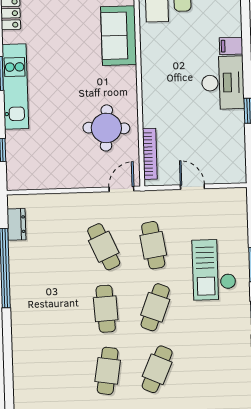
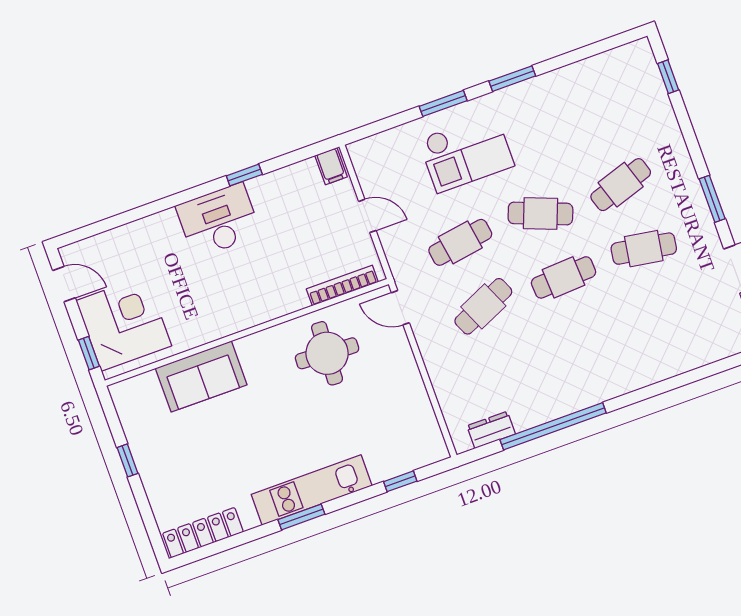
filing cabinet: (231, 46) -> (331, 166), moved
door: (192, 187) -> (367, 216), swing flipped
cafe table: (157, 369) -> (621, 185), turned -42

